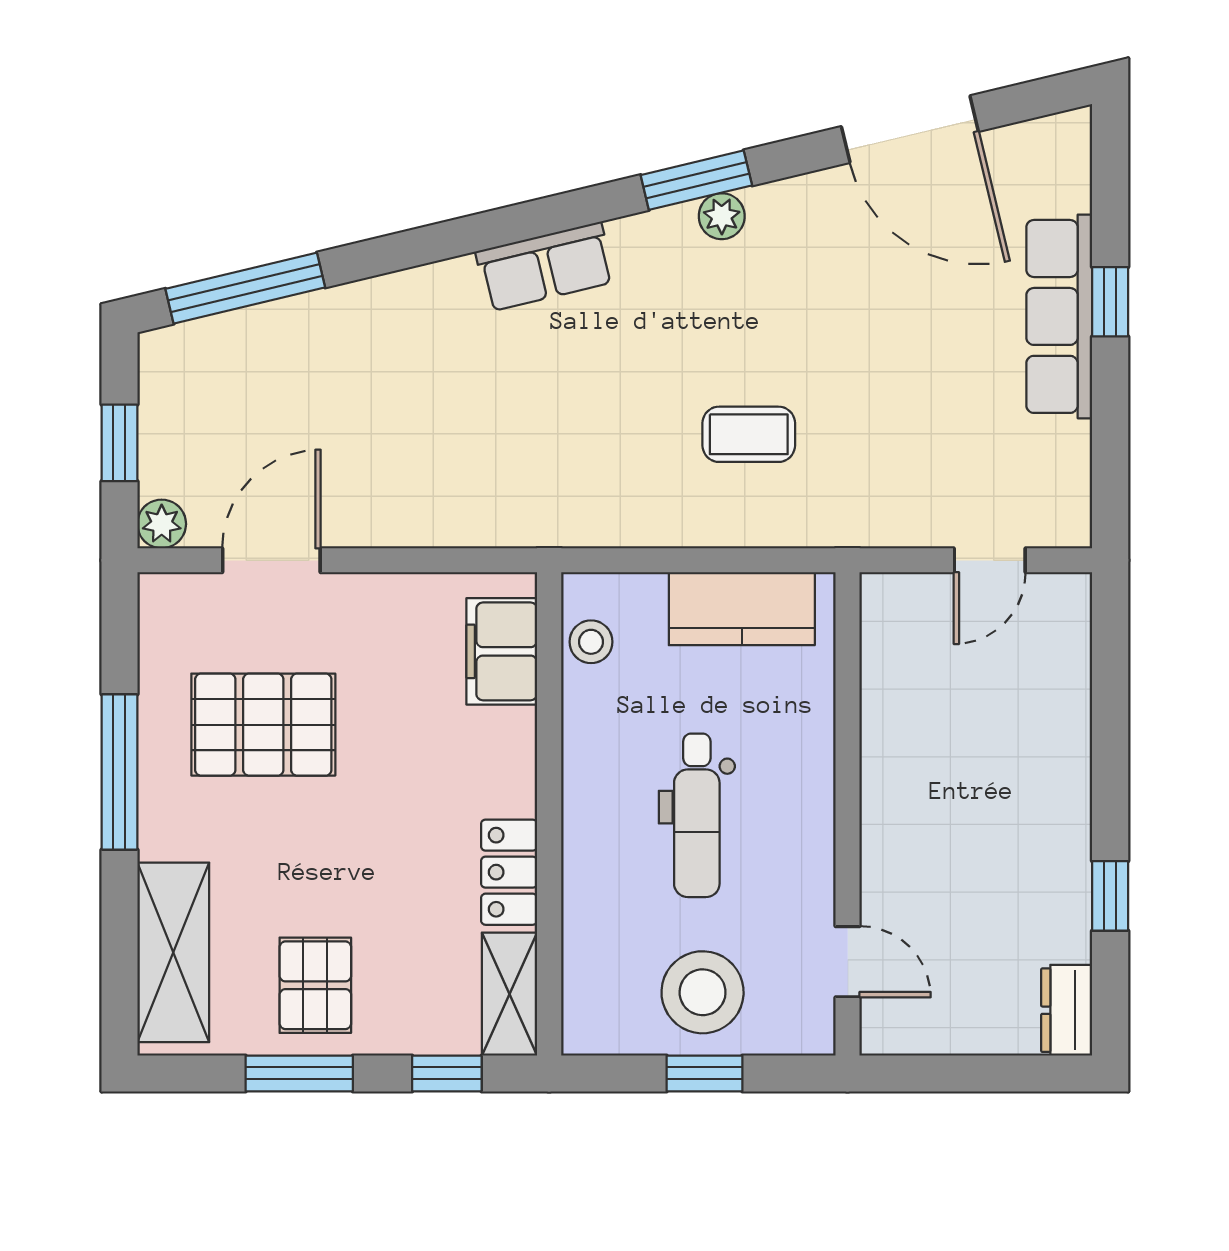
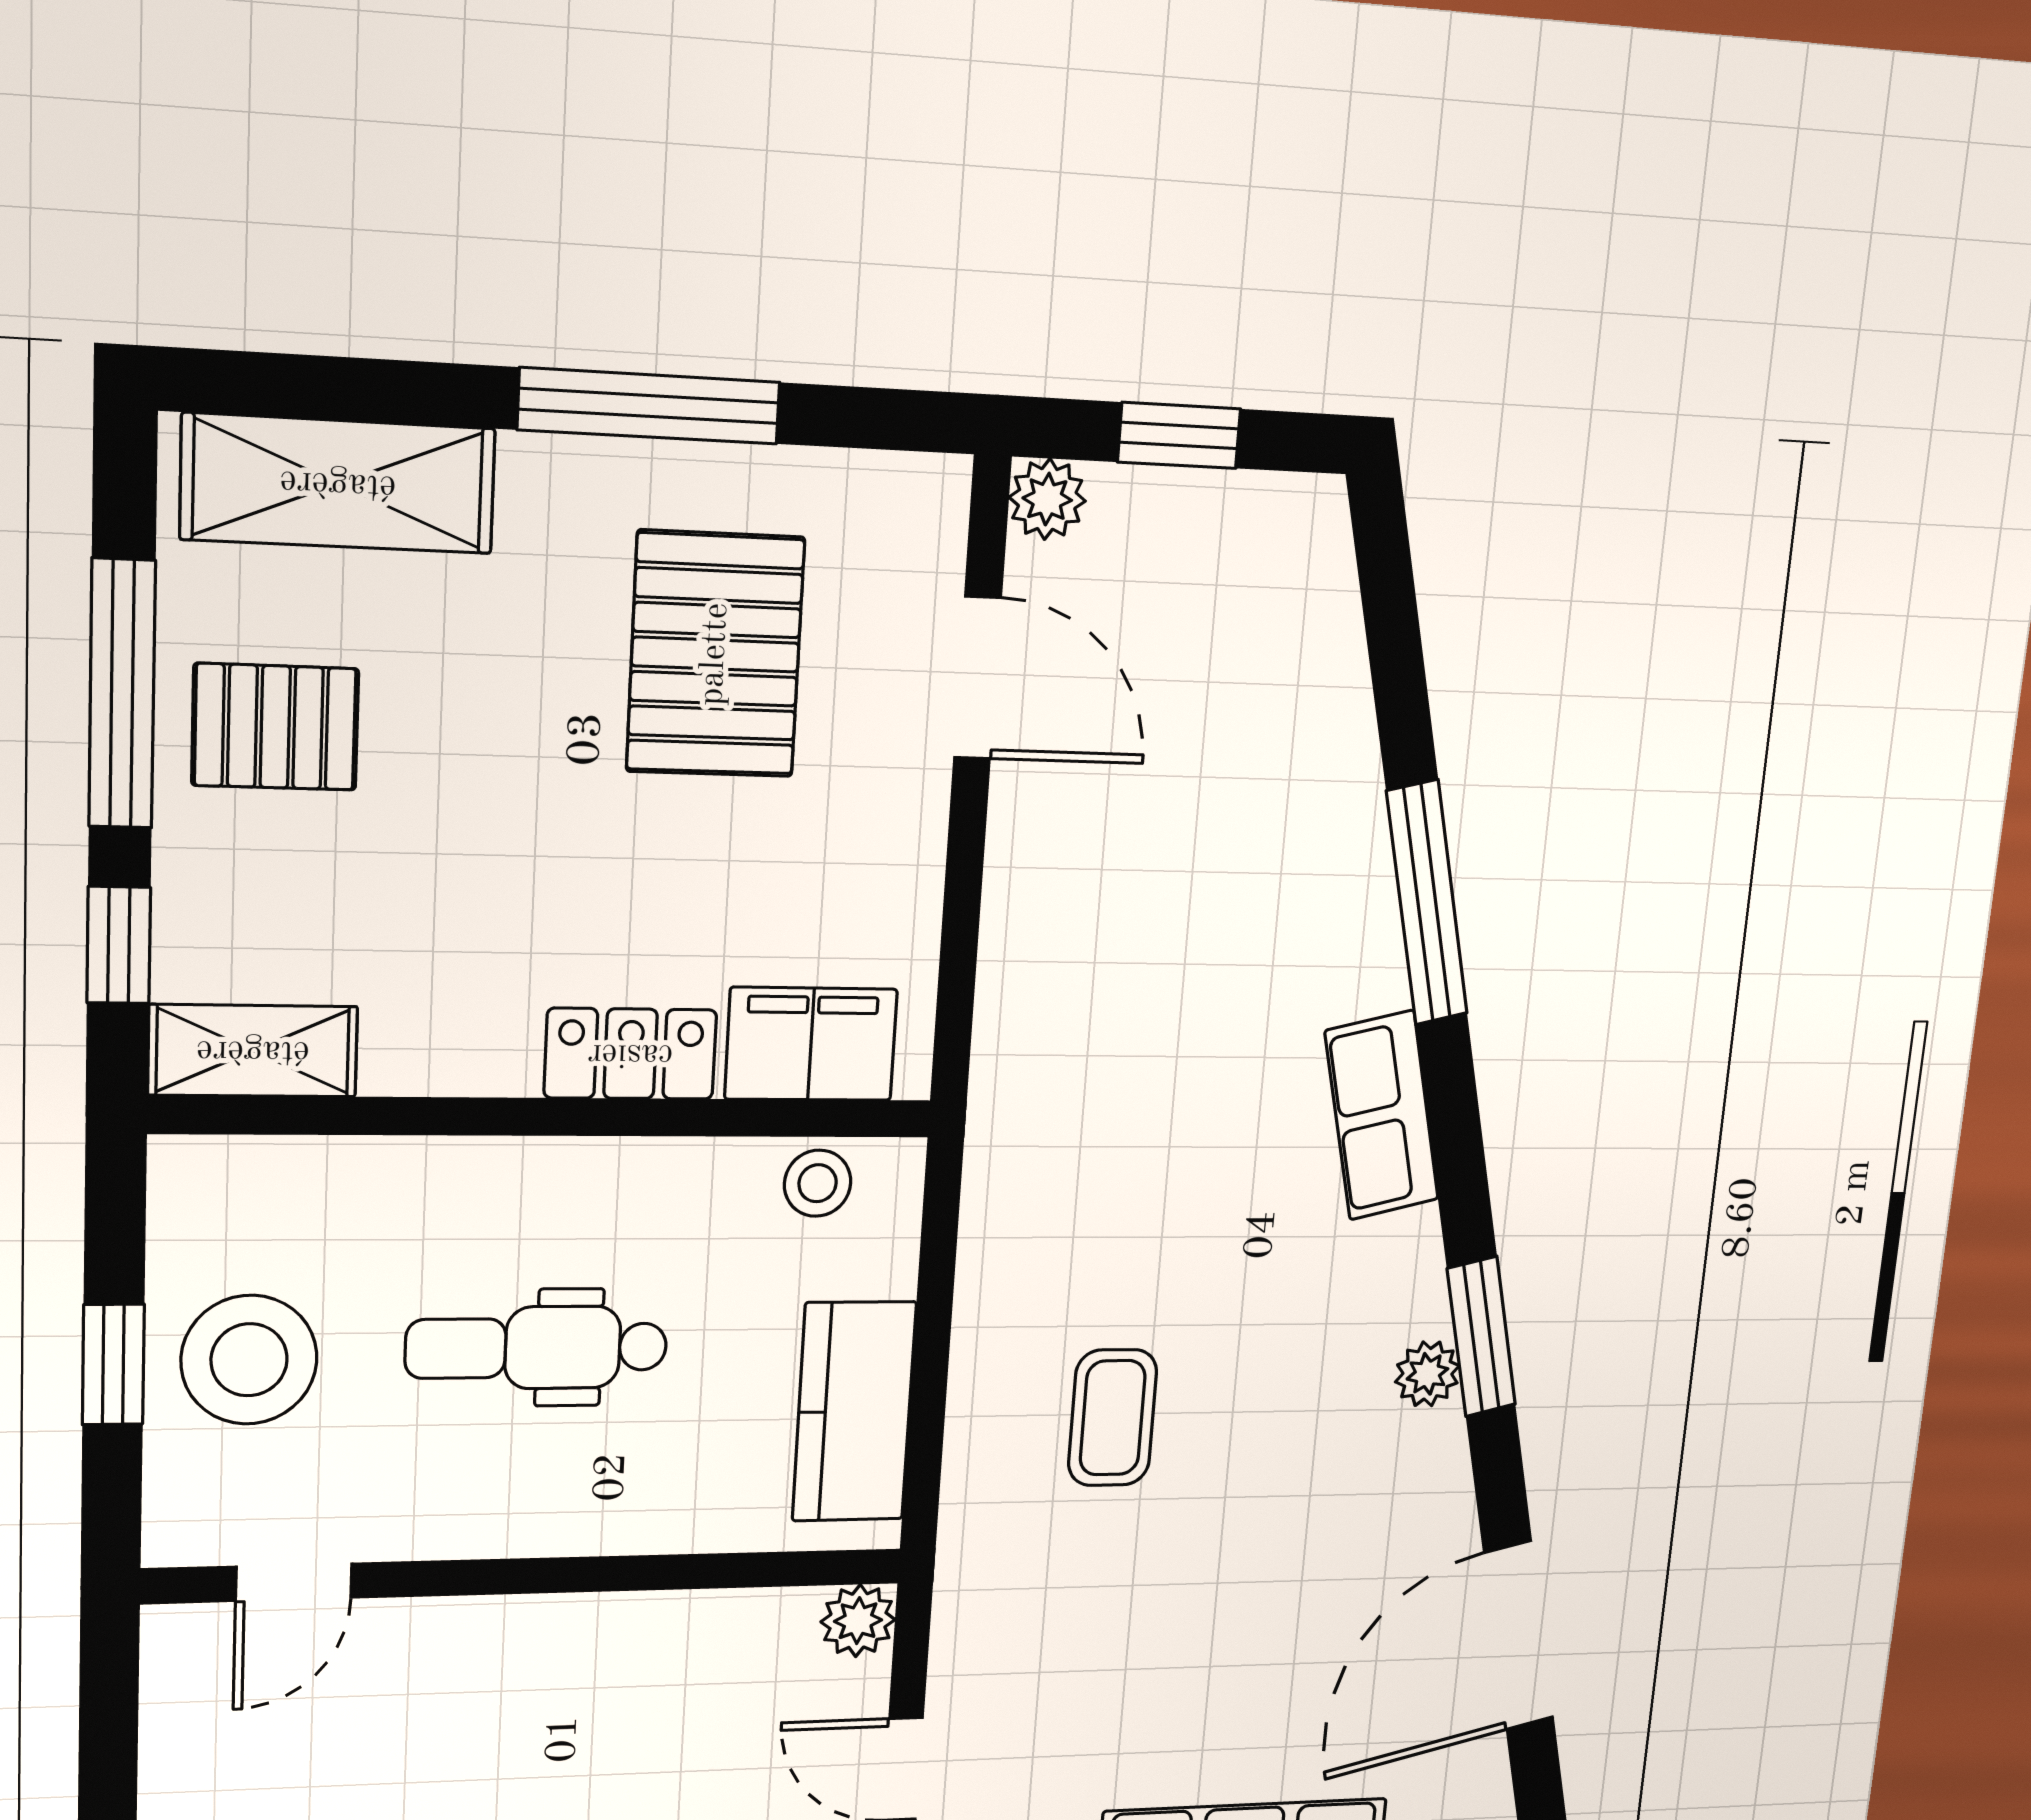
window: (245, 288) -> (1427, 903), moved
plant: (884, 597) -> (858, 1621), added
locker: (509, 872) -> (630, 1054), moved
window: (299, 1073) -> (122, 694), width x1.44

